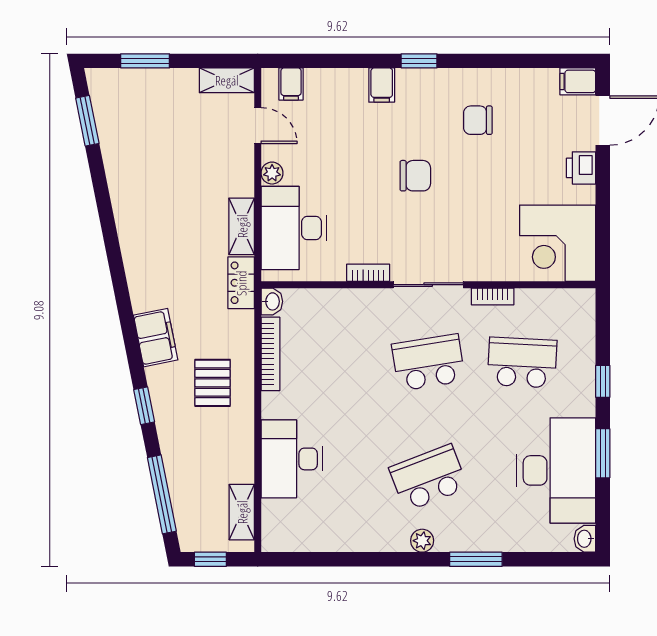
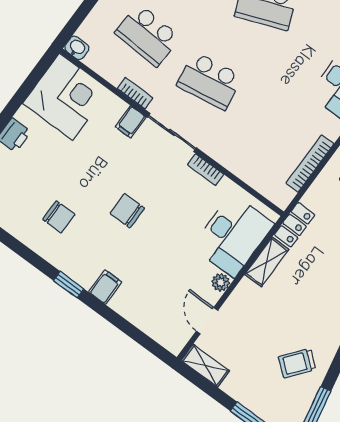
filing cabinet: (291, 84) -> (131, 122), moved, turned 180
trolley: (139, 149) -> (297, 363), added
washbasin: (272, 301) -> (77, 48), moved, turned 90

